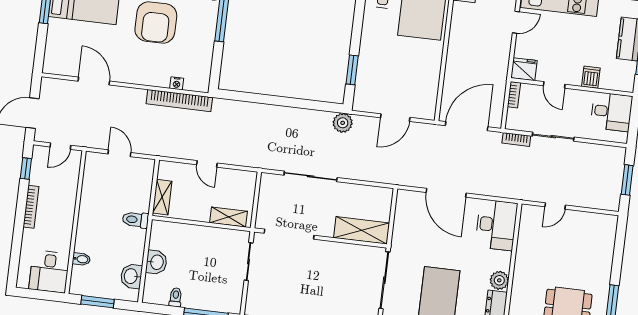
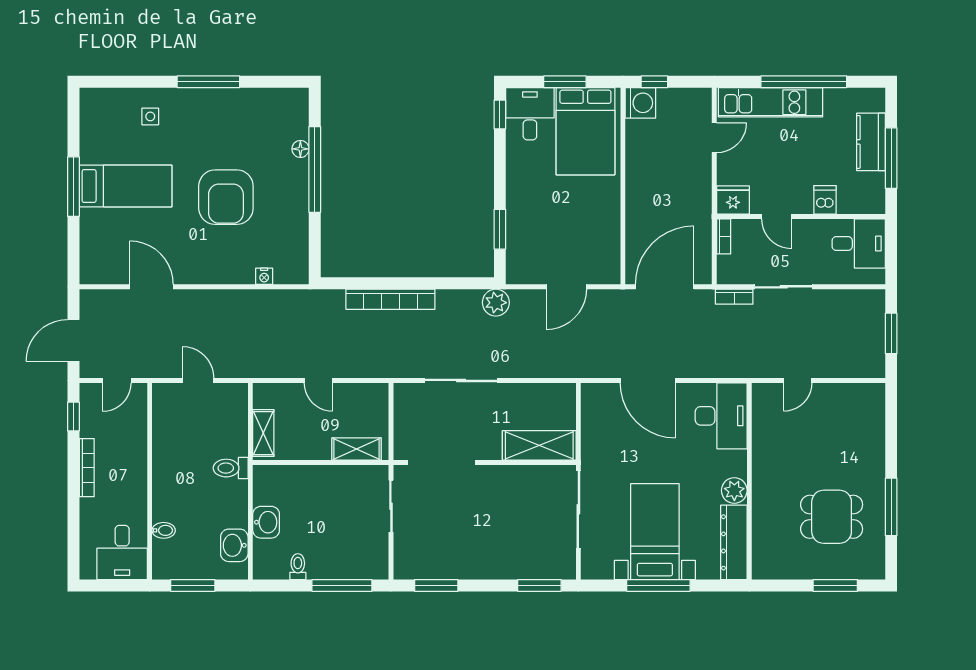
bookcase: (179, 101) -> (390, 299), moved

